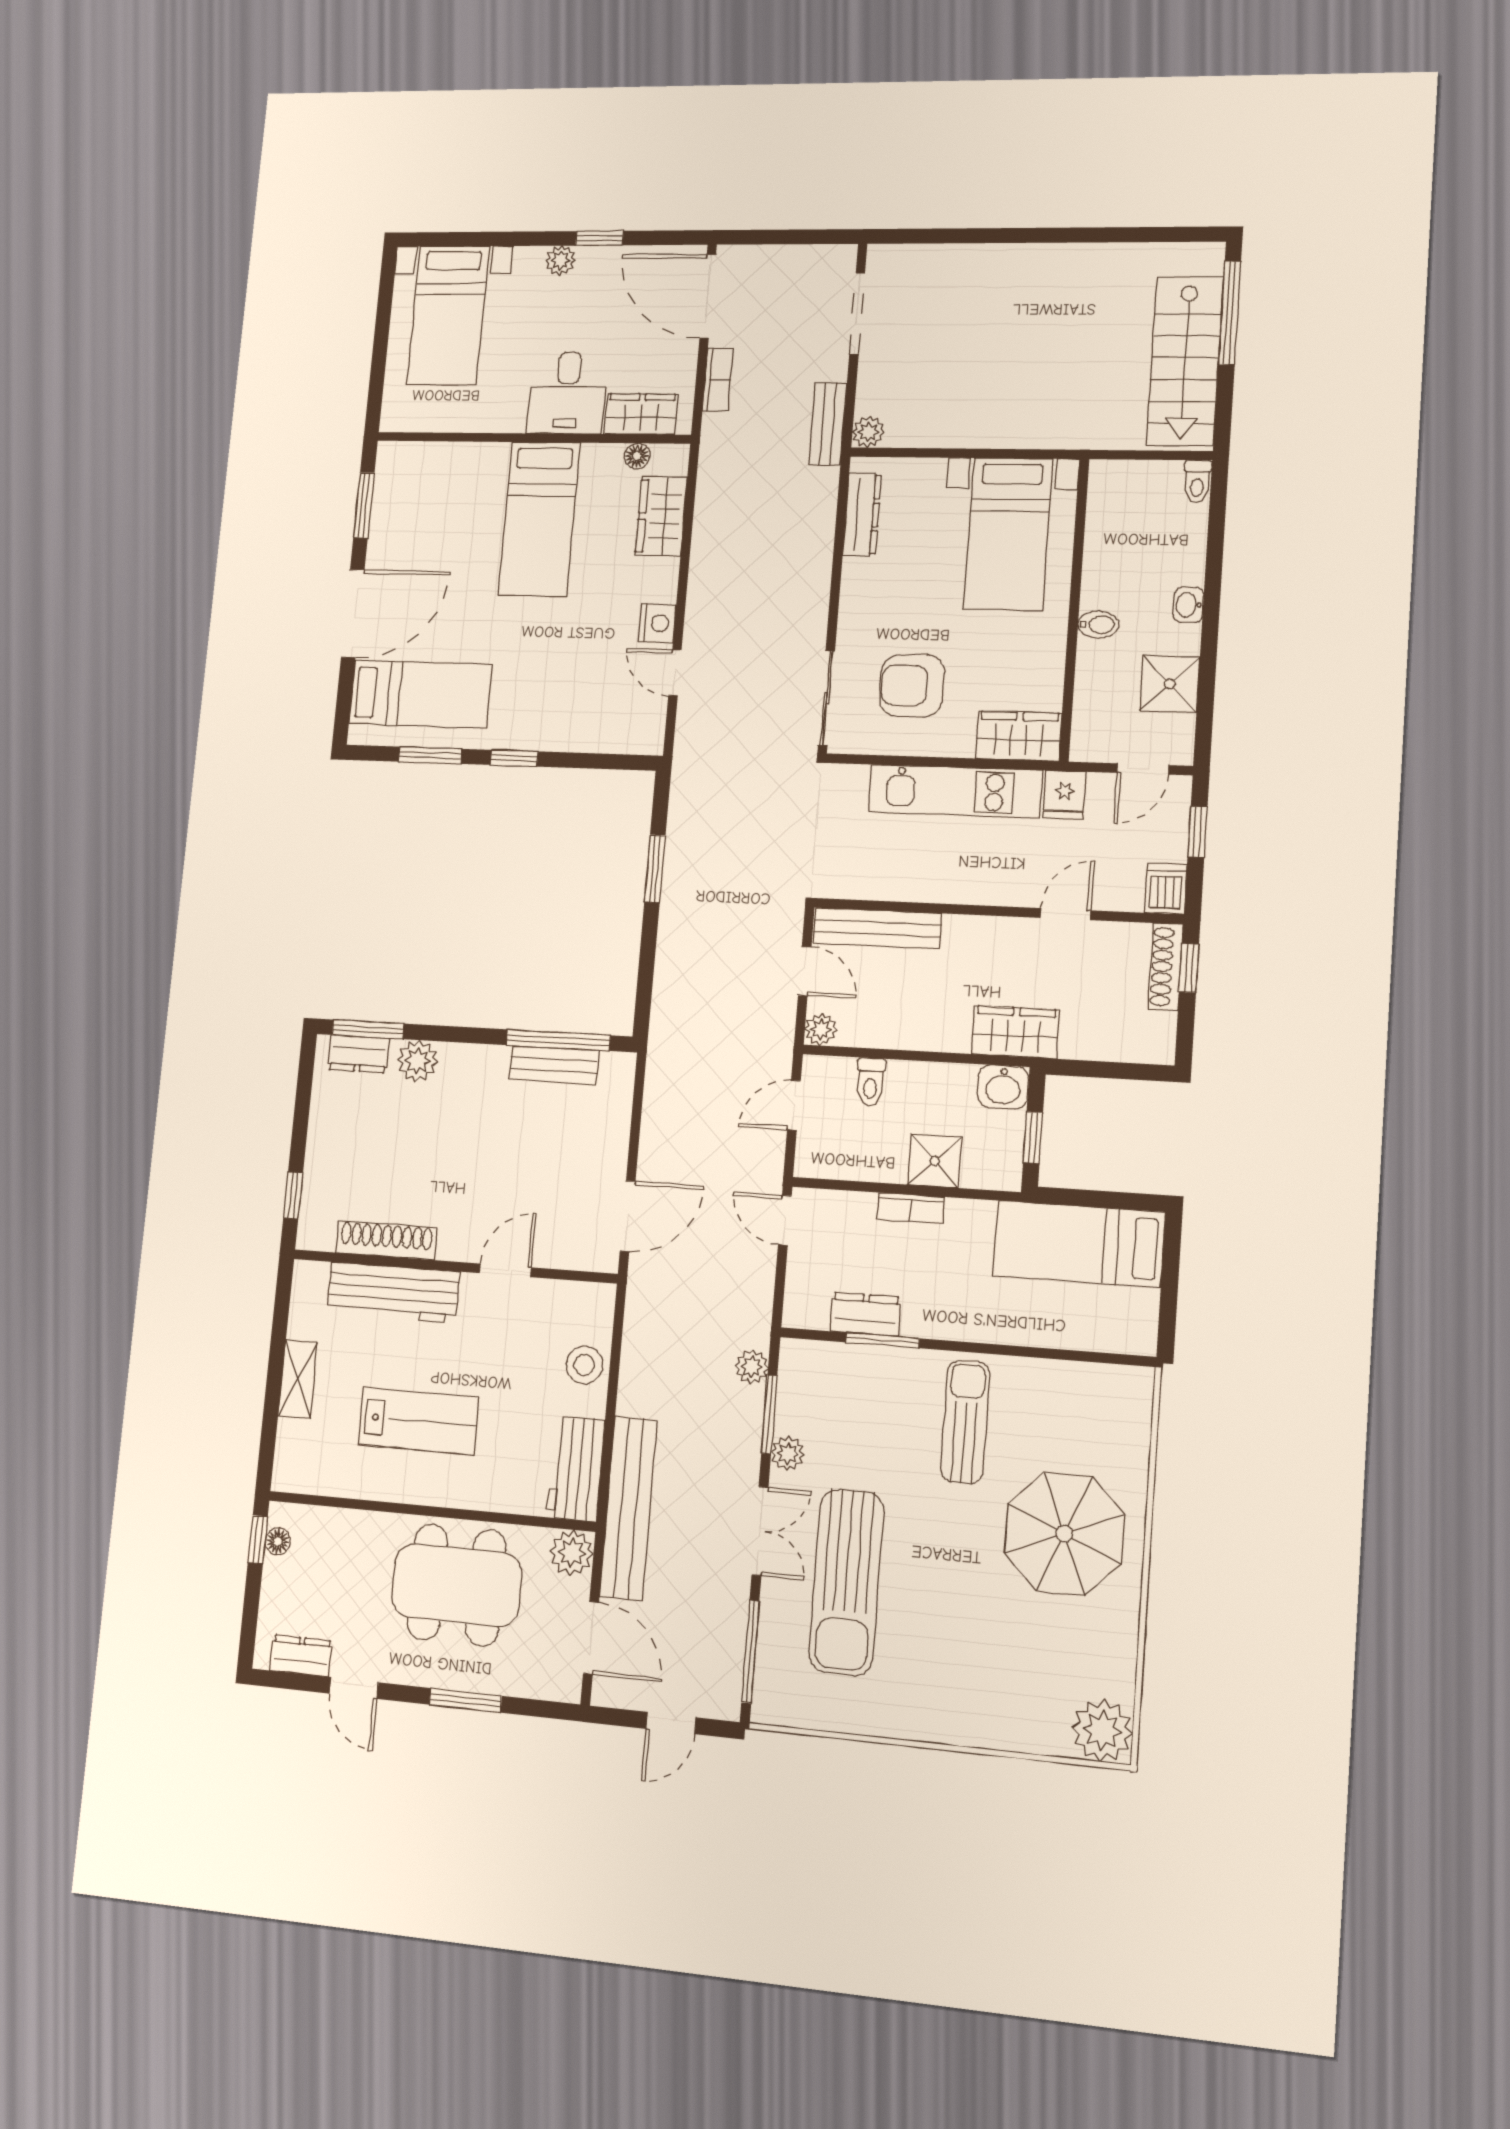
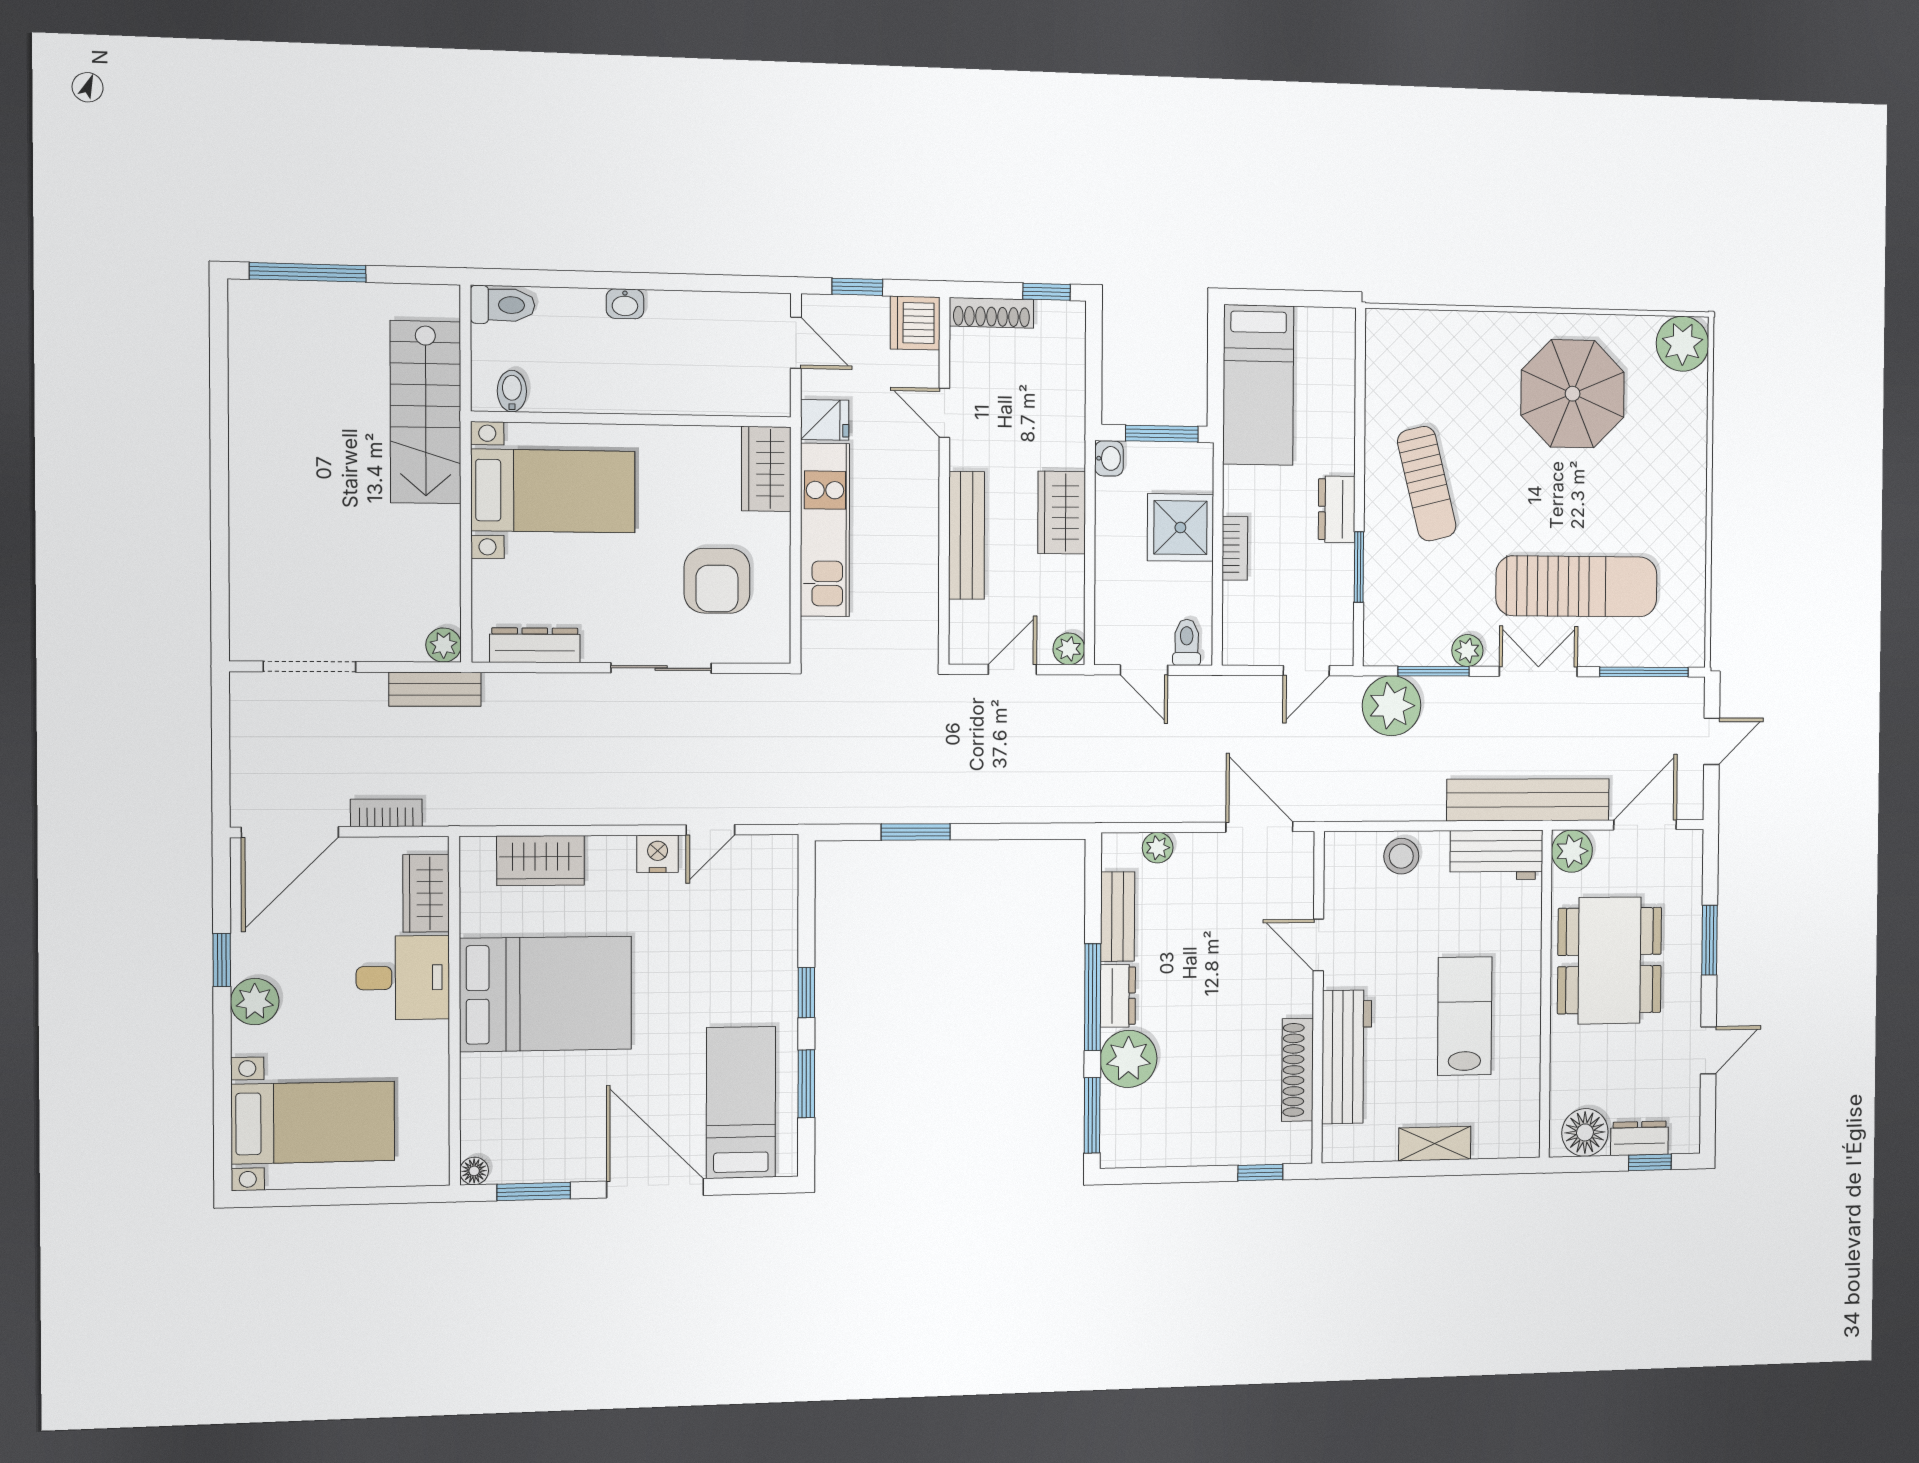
plant: (560, 260) -> (255, 1002), width x1.38, depth x1.38
stairs: (1185, 361) -> (426, 412), moved, turned 90
floor lamp: (637, 456) -> (474, 1171), moved
toilet: (1197, 482) -> (503, 305), width x1.37, depth x1.39
bed: (539, 519) -> (546, 994), width x1.50
bidet: (1098, 625) -> (512, 391), moved
shower: (1170, 684) -> (708, 320), removed
sliding door: (826, 698) -> (661, 668), moved
dishwasher: (1166, 889) -> (915, 323), width x1.38
bench: (877, 928) -> (967, 535), moved
window: (1189, 968) -> (1047, 292), moved
wardrobe: (1015, 1032) -> (1062, 513), moved
window: (558, 1040) -> (1093, 997), moved
dresser: (358, 1054) -> (1118, 996), moved
plant: (418, 1061) -> (1129, 1059), width x1.36, depth x1.36
toilet: (870, 1082) -> (1187, 642), moved, turned -90
washbasin: (1003, 1087) -> (1109, 458), width x0.72, depth x0.69
plant: (617, 1109) -> (1158, 848), added
window: (1033, 1138) -> (1162, 434), width x1.50
shower: (935, 1161) -> (1180, 528), width x1.36, depth x1.36
door: (785, 1220) -> (1306, 671), moved
dresser: (865, 1314) -> (1337, 509), moved
plant: (752, 1367) -> (1392, 706), width x1.88, depth x1.88
sun lounger: (965, 1422) -> (1427, 484), turned -104
parasol: (1064, 1534) -> (1573, 394), moved
window: (258, 1539) -> (1650, 1162), moved
floor lamp: (278, 1541) -> (1585, 1132), width x1.89, depth x1.89
dresser: (301, 1656) -> (1639, 1138), moved, turned 90
door: (671, 1723) -> (1712, 741), hinge flipped

